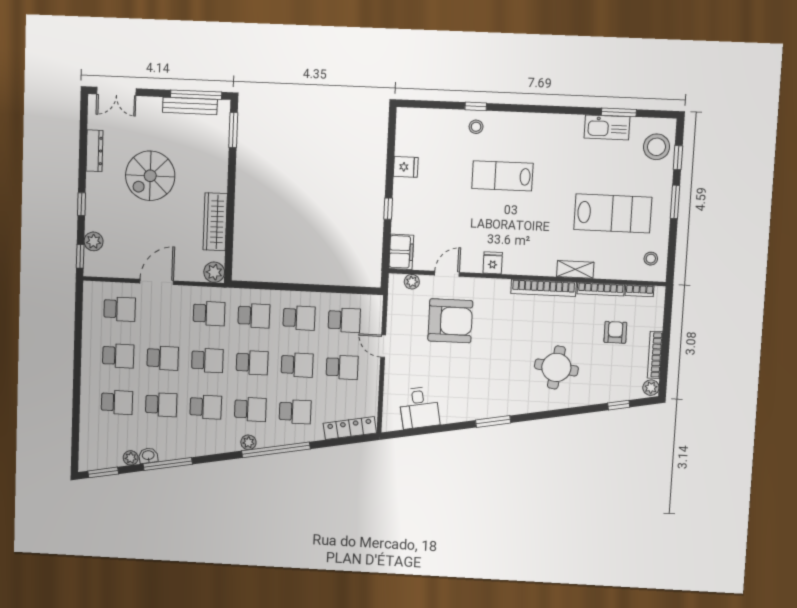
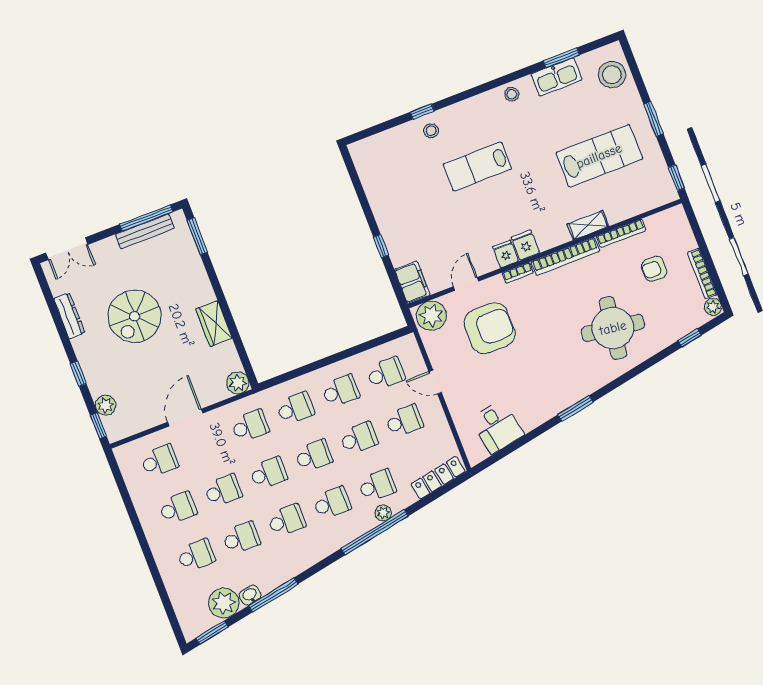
window: (678, 158) -> (676, 178), moved
fridge: (406, 167) -> (525, 245), moved, turned -90
wardrobe: (215, 222) -> (214, 324), width x0.67
stool: (651, 259) -> (512, 94), moved
plant: (412, 282) -> (431, 316), width x1.87, depth x1.87
bookcase: (640, 291) -> (518, 273), moved
armchair: (615, 332) -> (654, 269), turned -90
round table: (556, 367) -> (613, 328), width x1.36, depth x1.36
plant: (248, 442) -> (383, 513), moved
plant: (131, 458) -> (224, 603), width x1.87, depth x1.87

